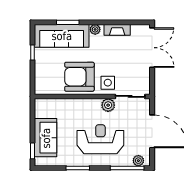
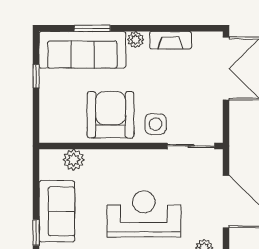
armchair: (79, 77) -> (111, 115), turned 90
plant: (108, 105) -> (74, 160), moved

